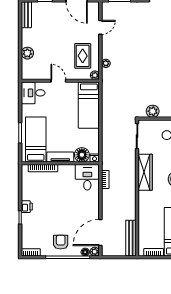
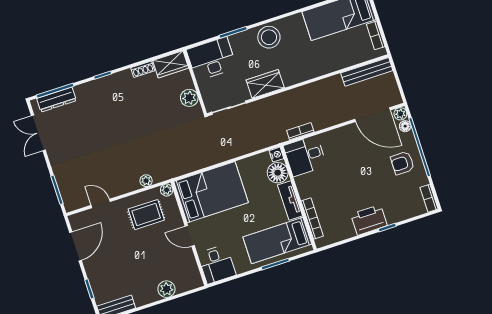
door: (58, 81) -> (190, 236), hinge flipped
bed: (89, 105) -> (211, 192), width x1.50
wardrobe: (145, 172) -> (265, 84), width x0.67
printer: (27, 207) -> (369, 220), width x1.87, depth x1.48

